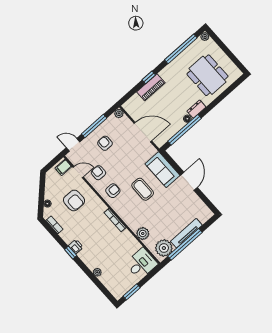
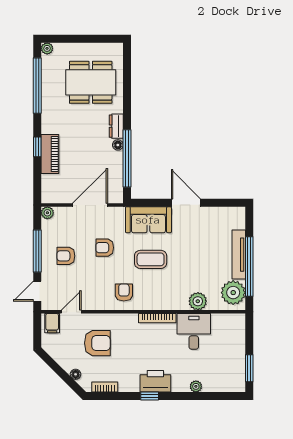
armchair: (98, 173) -> (105, 248), moved
printer: (76, 247) -> (155, 381), width x1.87, depth x1.48
desk: (141, 264) -> (194, 331), moved

